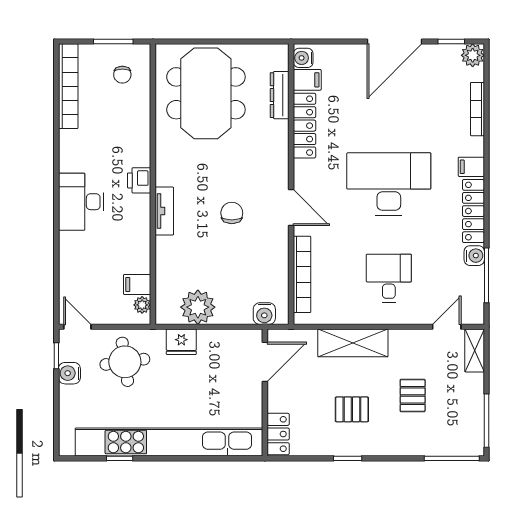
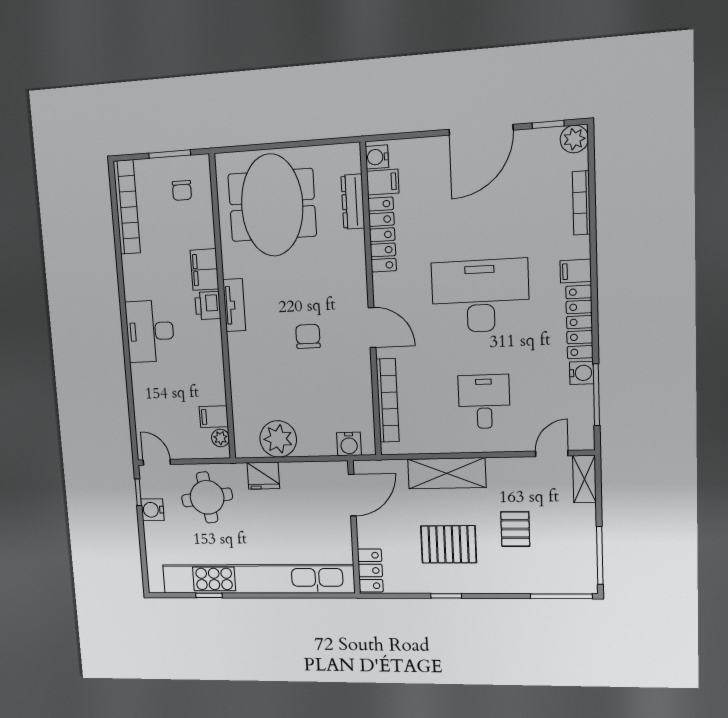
filing cabinet: (138, 147) -> (204, 270), added
tv unit: (164, 211) -> (234, 305), moved
pallet: (352, 409) -> (449, 544), width x1.50, depth x1.42

